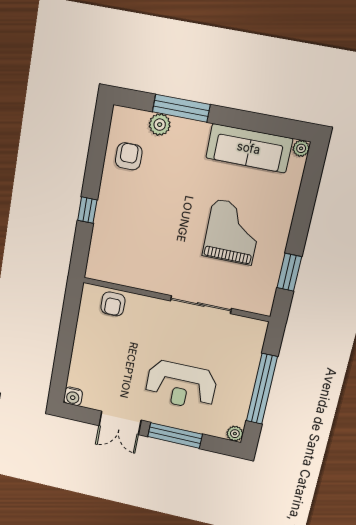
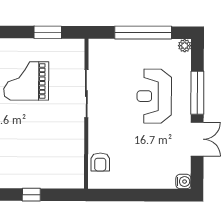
armchair: (113, 304) -> (100, 162), turned 90
reception desk: (181, 385) -> (154, 96), turned 180

